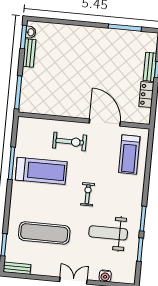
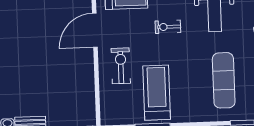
exercise bike: (88, 194) -> (168, 27), moved

